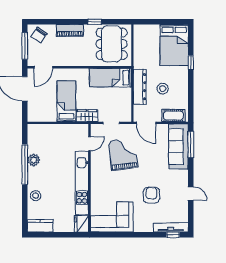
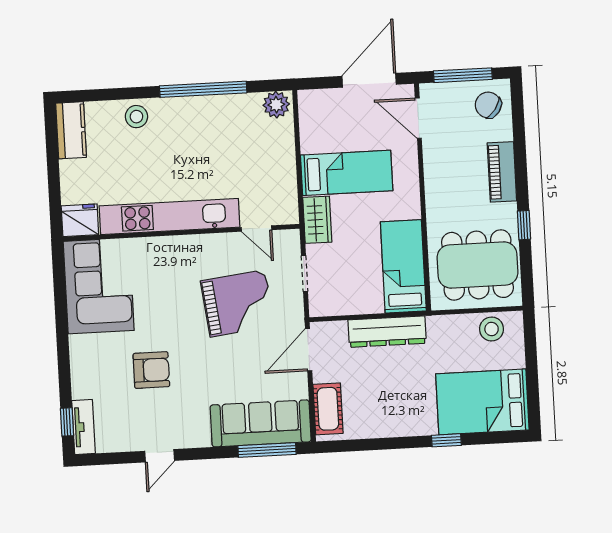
stool: (163, 89) -> (492, 329), moved
plant: (34, 160) -> (276, 105), moved
tv unit: (171, 227) -> (83, 427), width x0.71

